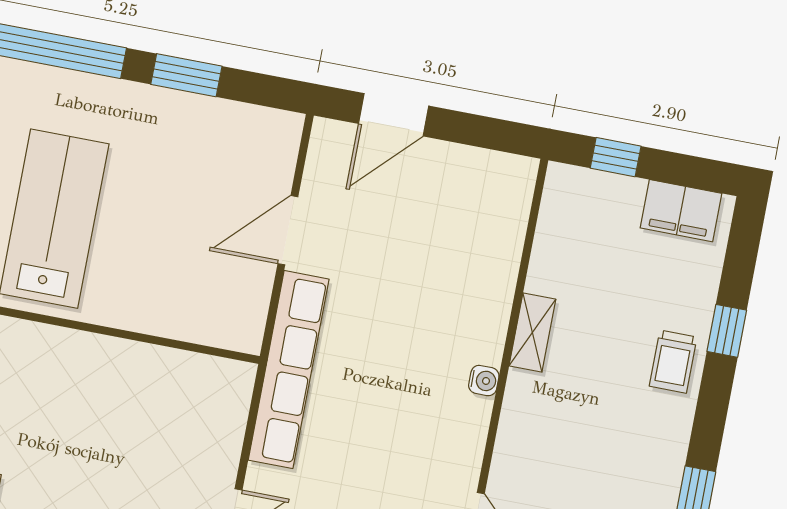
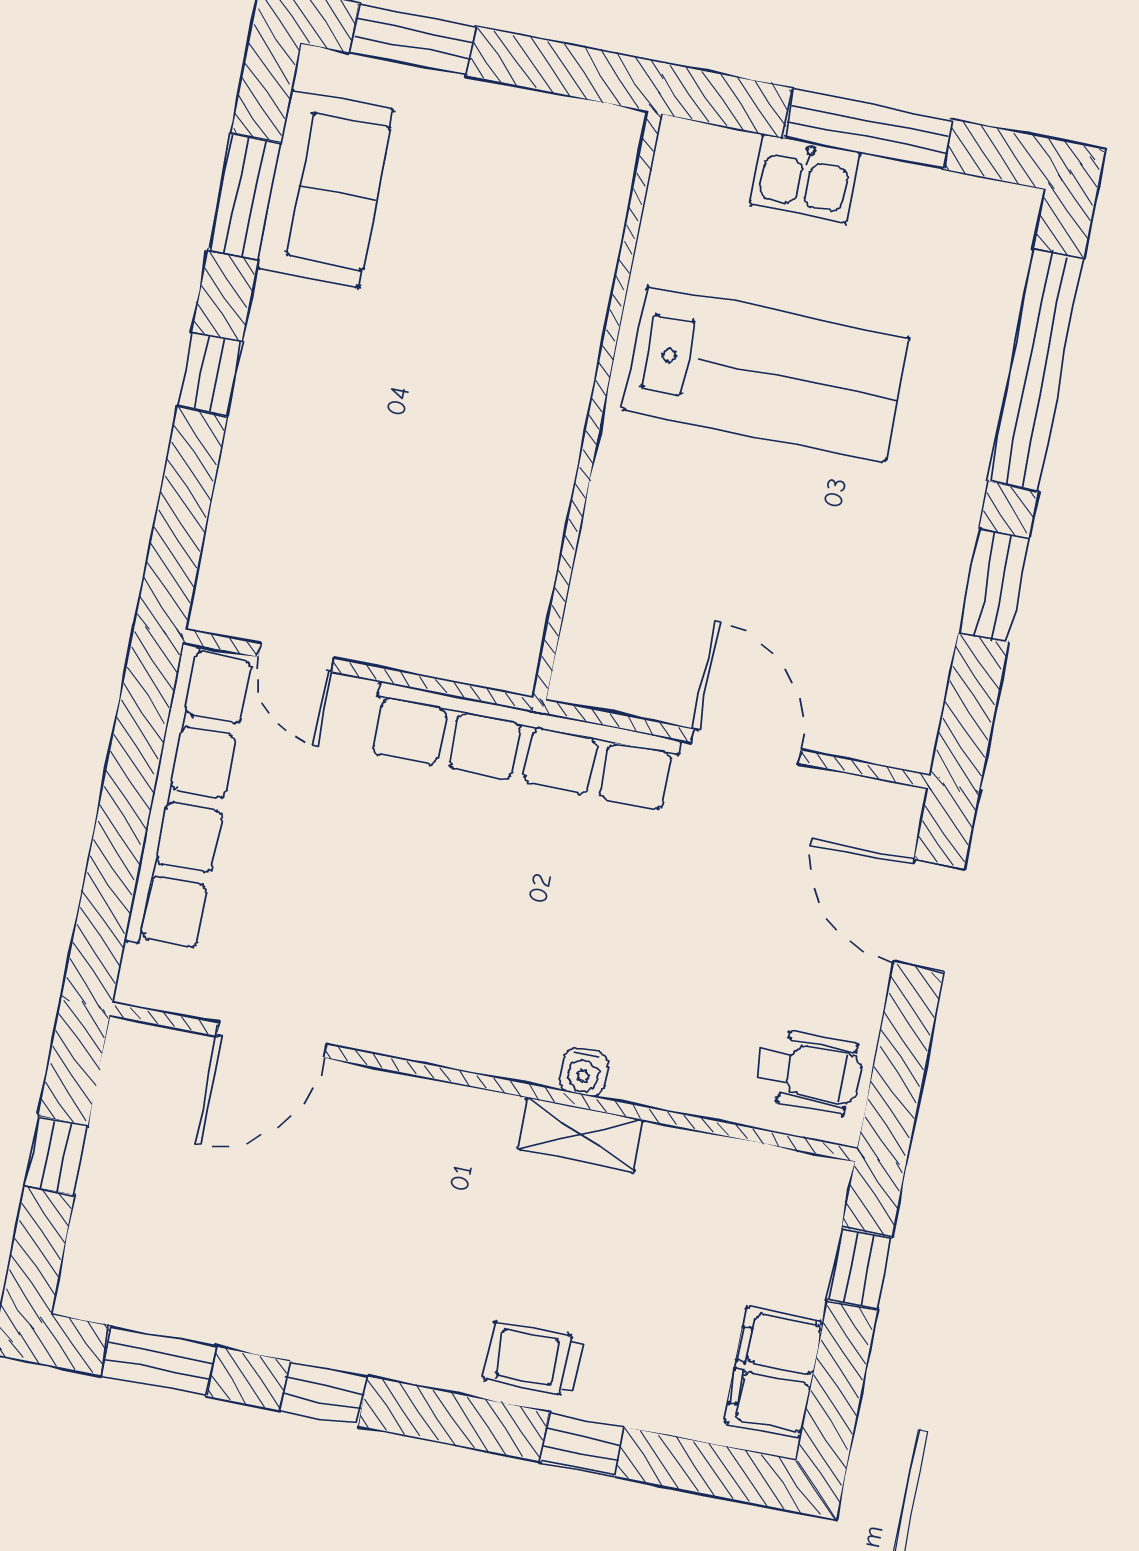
wheelchair: (492, 189) -> (809, 1072), added
water cooler: (484, 381) -> (584, 1072), moved

